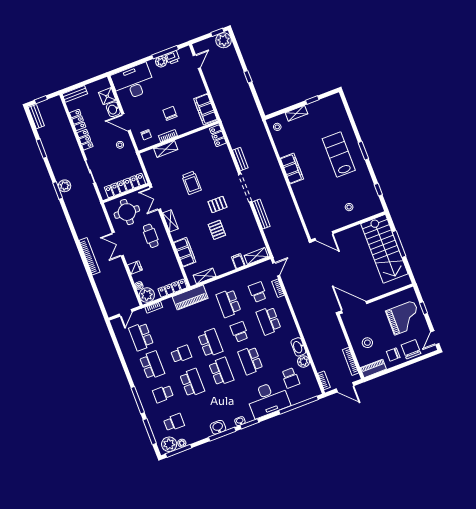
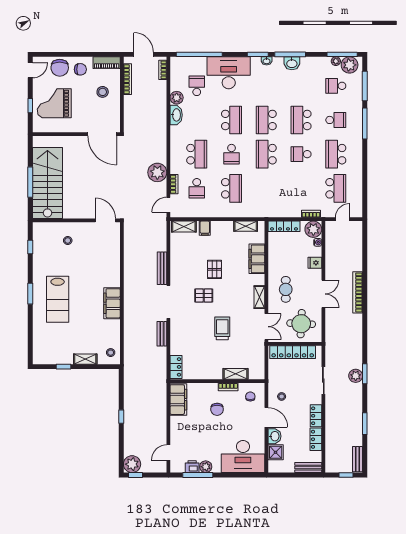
plant: (296, 293) -> (157, 172), added
piano: (190, 298) -> (269, 209), removed

